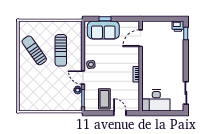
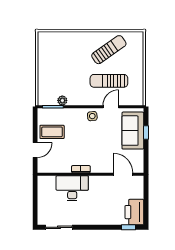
printer: (178, 26) -> (134, 212), width x1.87, depth x1.48
door: (83, 77) -> (111, 107), moved
desk: (156, 100) -> (72, 188), moved, turned 90

